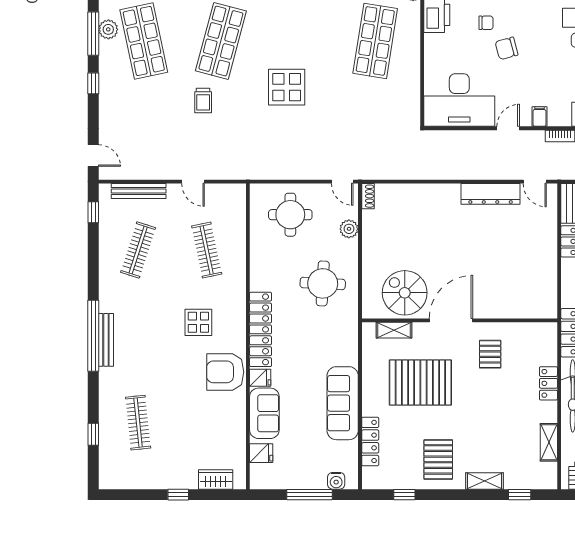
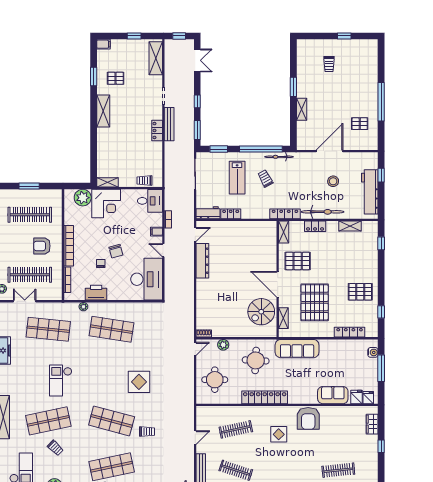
locker: (261, 329) -> (265, 397), moved
pallet: (490, 354) -> (298, 261), width x1.50, depth x1.42
fridge: (260, 378) -> (368, 398), moved
sofa: (343, 403) -> (297, 349), moved
shelving: (484, 481) -> (284, 232), moved

